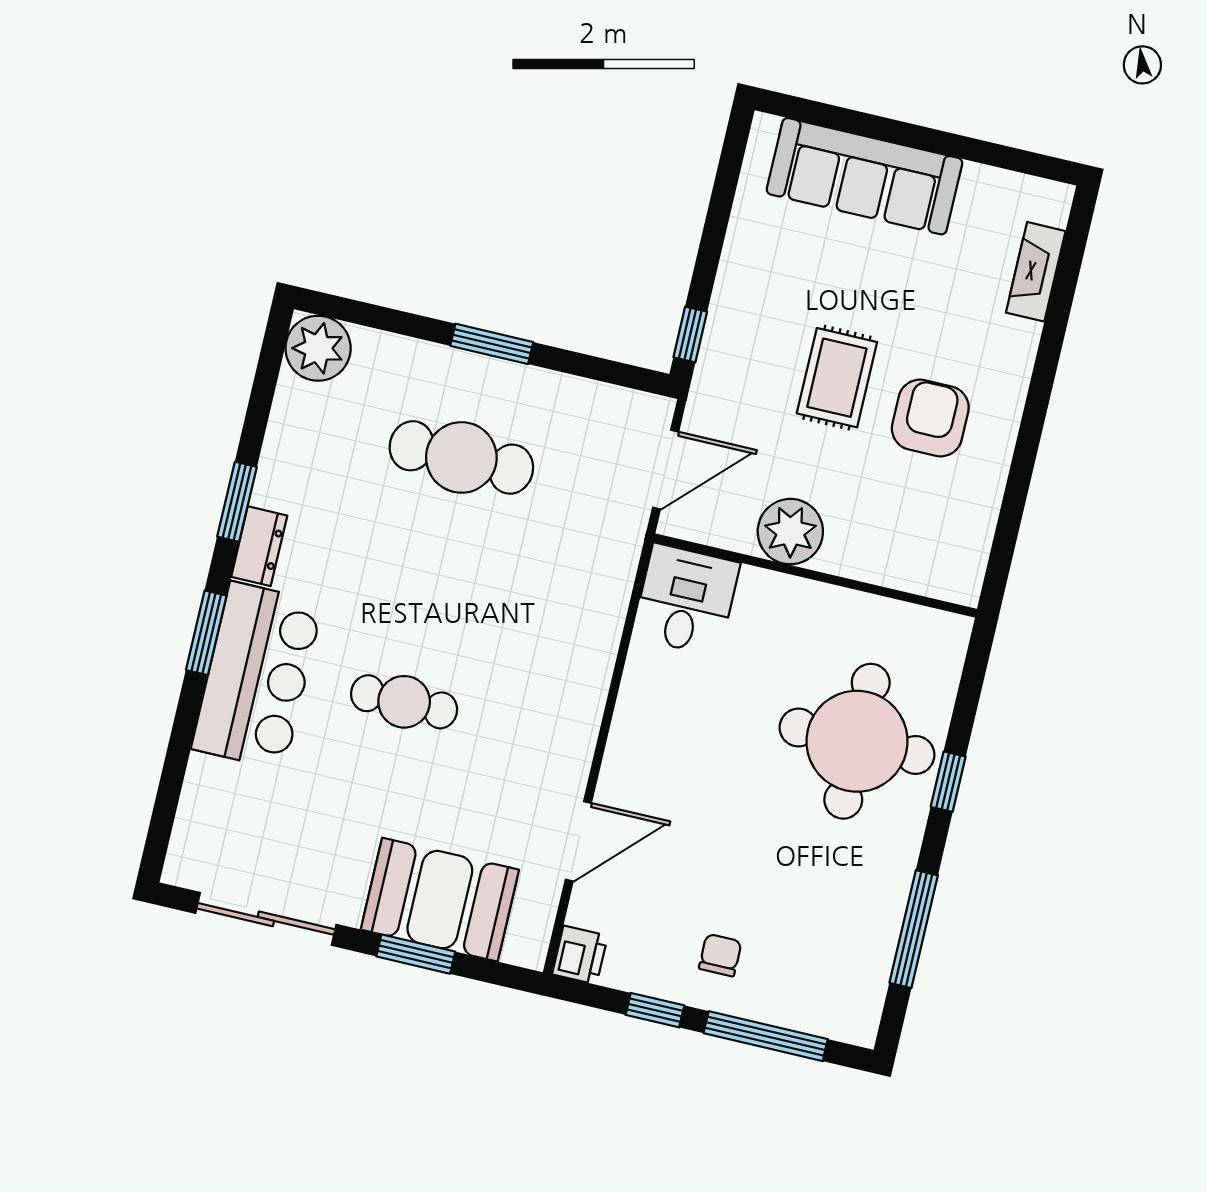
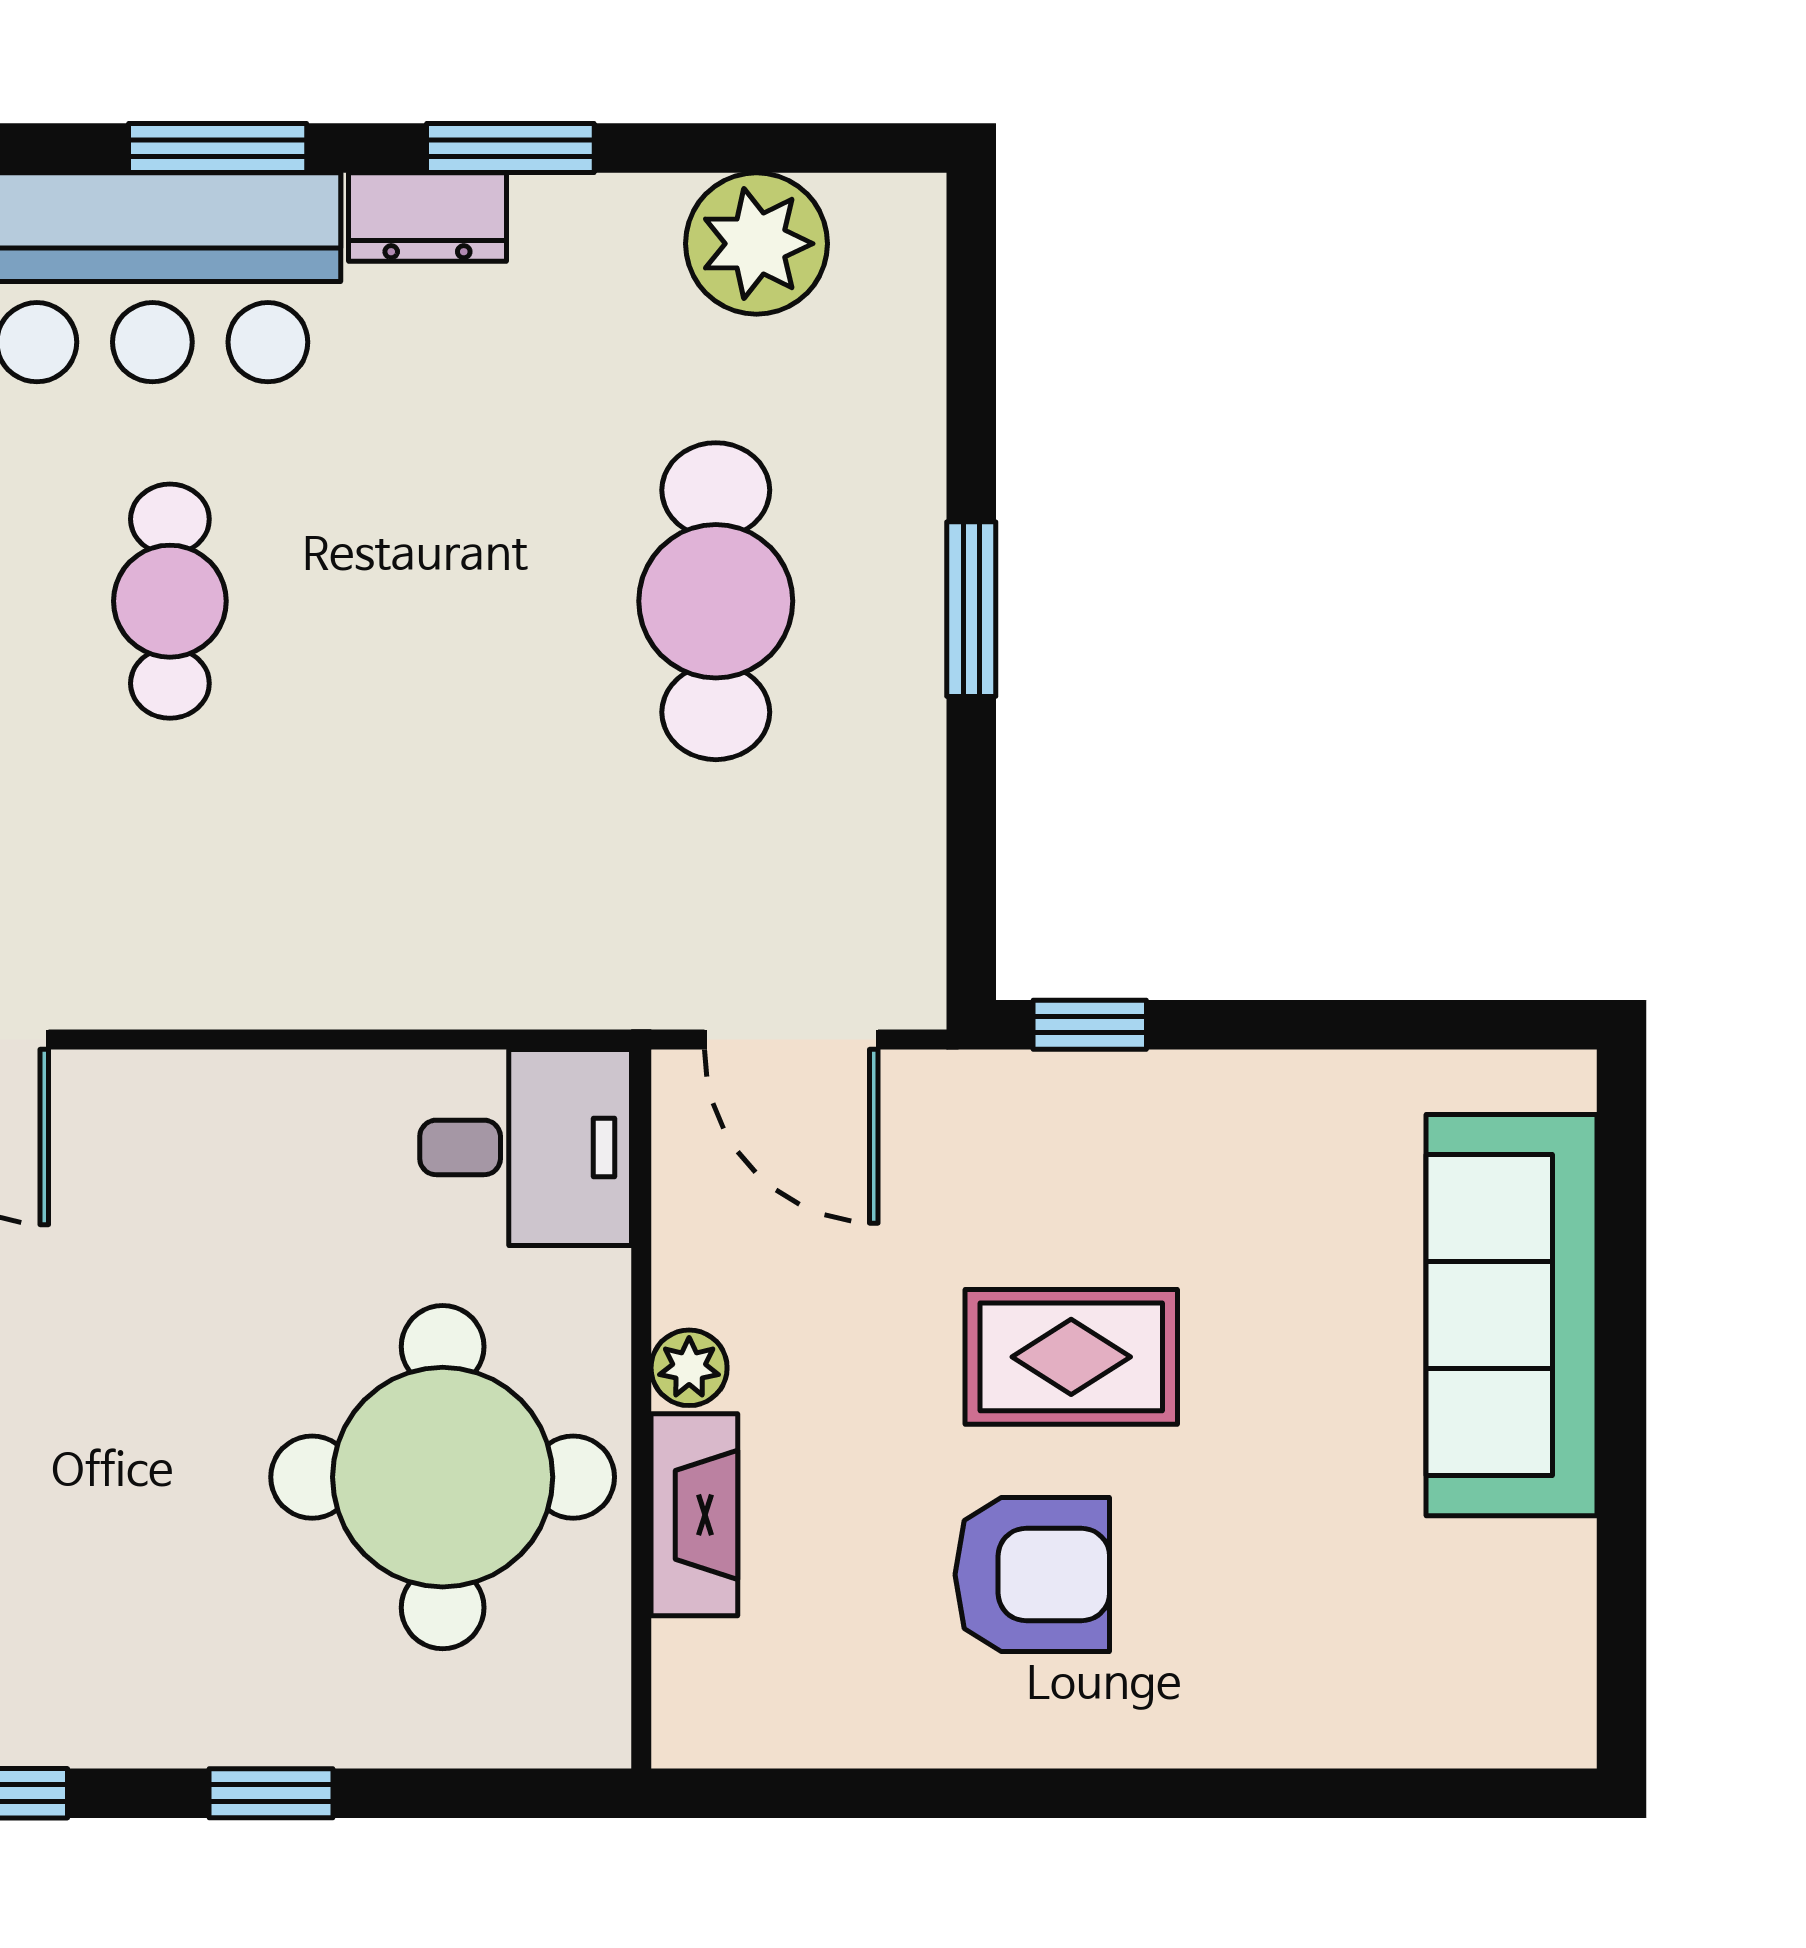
fireplace: (1036, 272) -> (694, 1515), moved, turned 90
plant: (318, 348) -> (756, 244), moved
plant: (790, 532) -> (689, 1368), width x0.53, depth x0.53
round table: (857, 741) -> (443, 1477), moved

